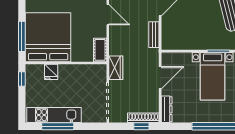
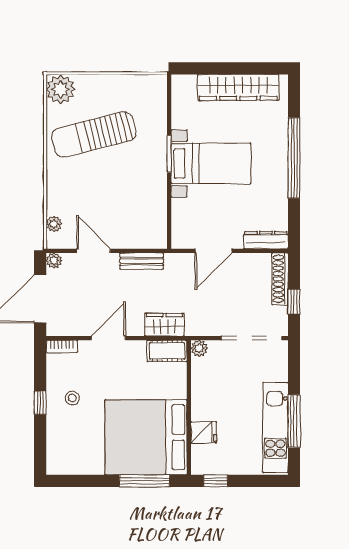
wardrobe: (116, 68) -> (164, 325), moved
plant: (102, 69) -> (199, 348), added
door: (160, 78) -> (213, 251), swing flipped
window: (141, 126) -> (294, 302), moved

